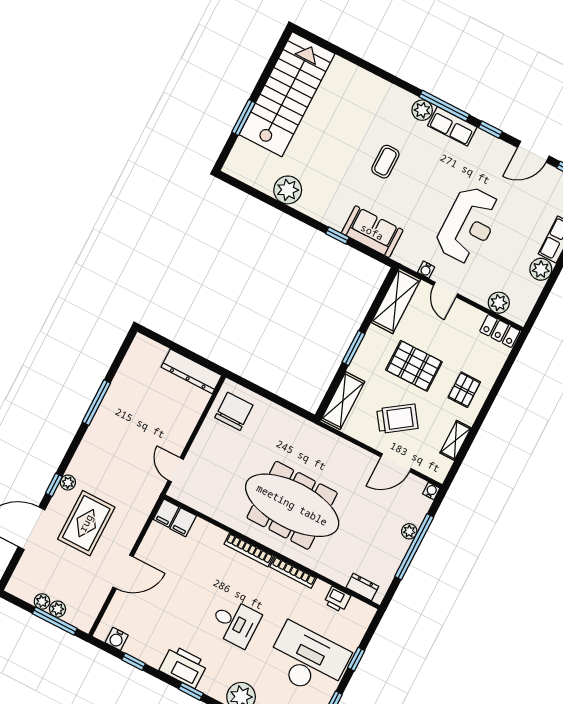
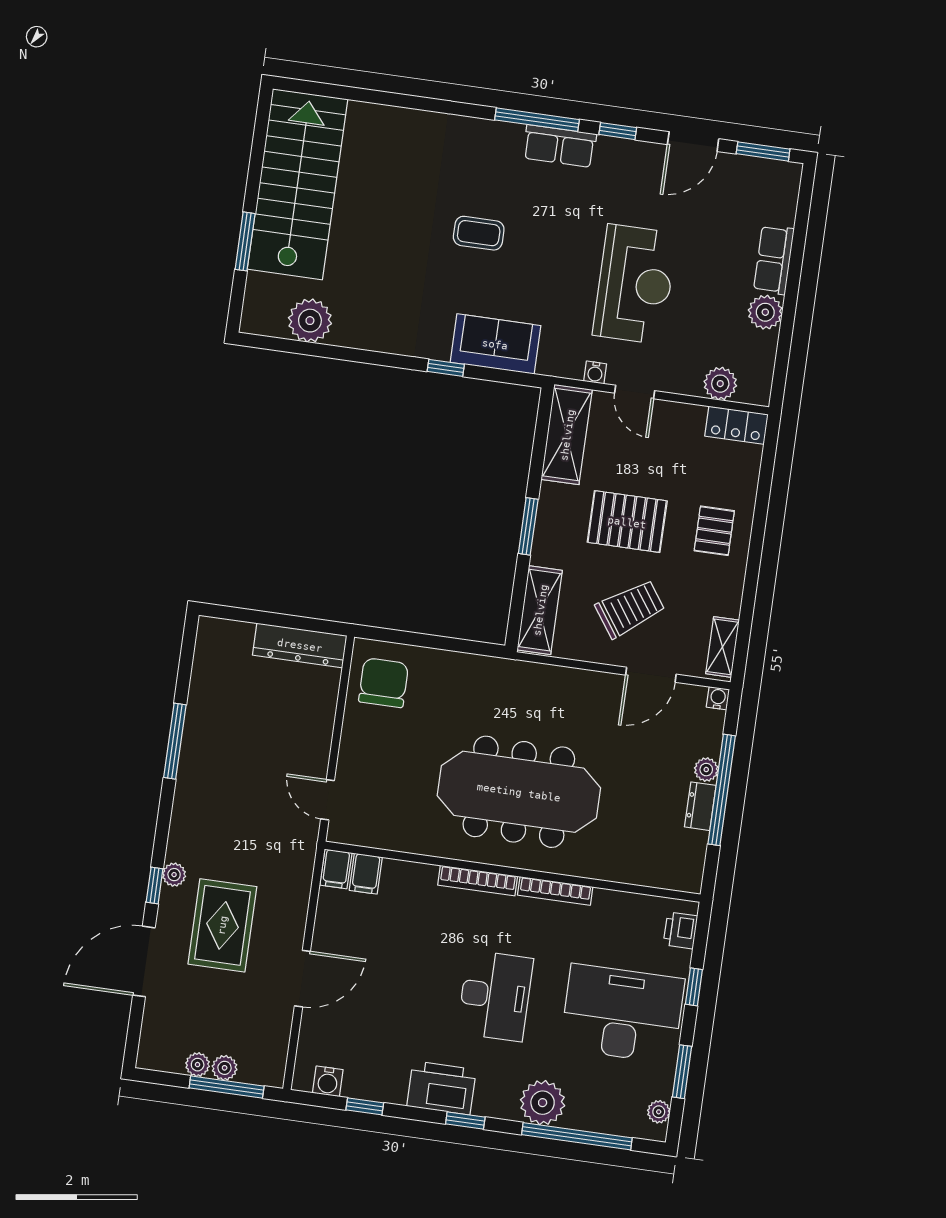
plant: (422, 110) -> (506, 138), removed
coffee table: (385, 162) -> (479, 233), turned 90
plant: (288, 190) -> (310, 321), moved
shelving: (456, 440) -> (723, 647), moved
dresser: (362, 587) -> (700, 806), moved, turned -90
printer: (337, 599) -> (680, 930), moved, turned 90
desk: (235, 623) -> (495, 996), width x1.37

